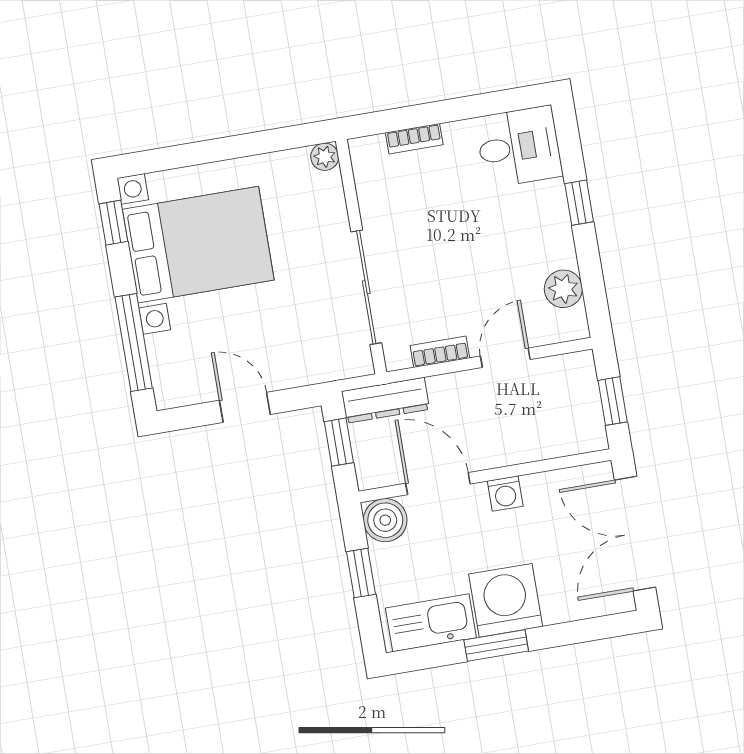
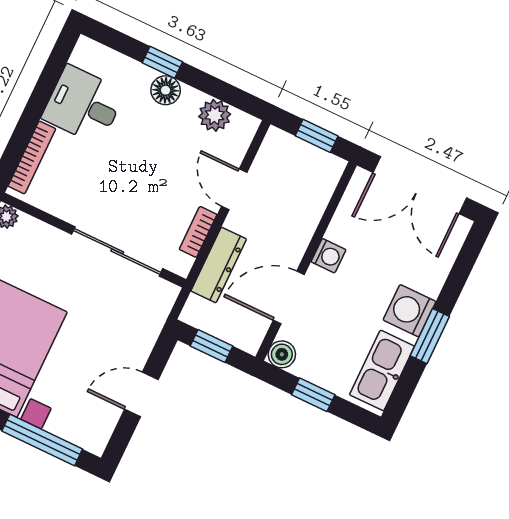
bookcase: (414, 139) -> (32, 157), width x1.56
desk: (519, 147) -> (83, 105), moved, turned -90
floor lamp: (554, 225) -> (166, 90), added
dresser: (385, 400) -> (219, 265), moved
boiler: (385, 520) -> (282, 354), width x0.73, depth x0.73
washing machine: (506, 600) -> (409, 311), width x0.73, depth x0.73

